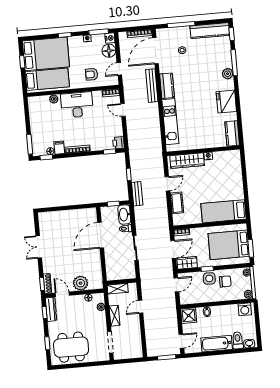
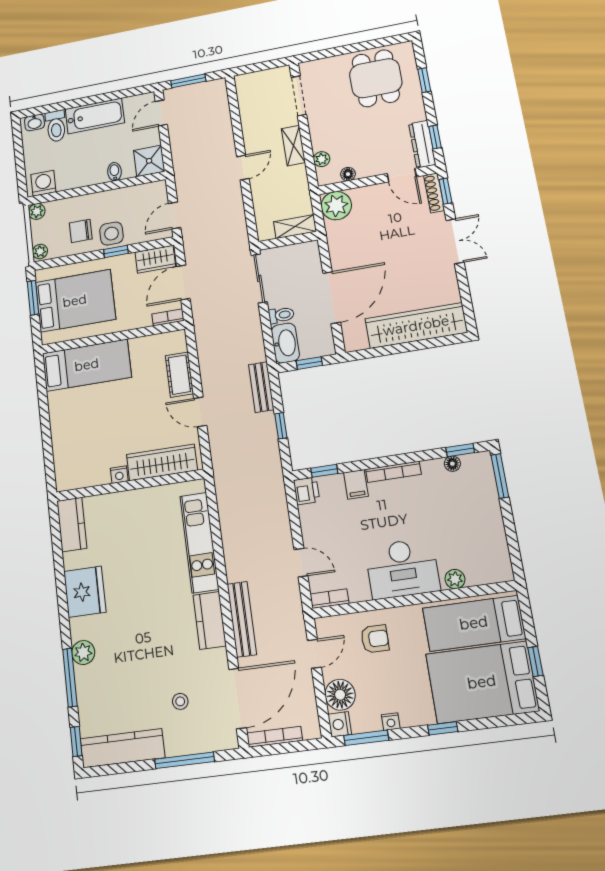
filing cabinet: (59, 148) -> (356, 484), moved
door: (167, 184) -> (200, 412), hinge flipped
wardrobe: (62, 218) -> (416, 326), added
double door: (39, 247) -> (455, 241), moved
wall: (122, 282) -> (288, 241), moved
plant: (81, 283) -> (336, 206), moved
shelving: (118, 289) -> (295, 227), moved
dining table: (71, 347) -> (376, 78), width x0.73

